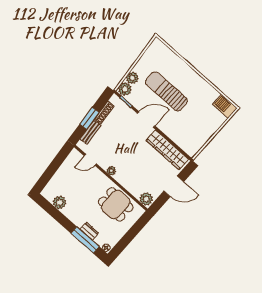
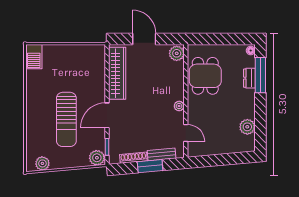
plant: (132, 78) -> (42, 163), moved
door: (146, 120) -> (107, 115), hinge flipped

